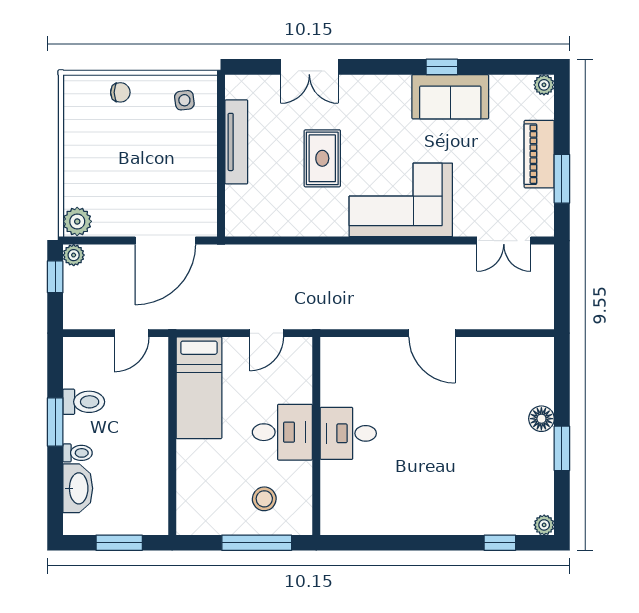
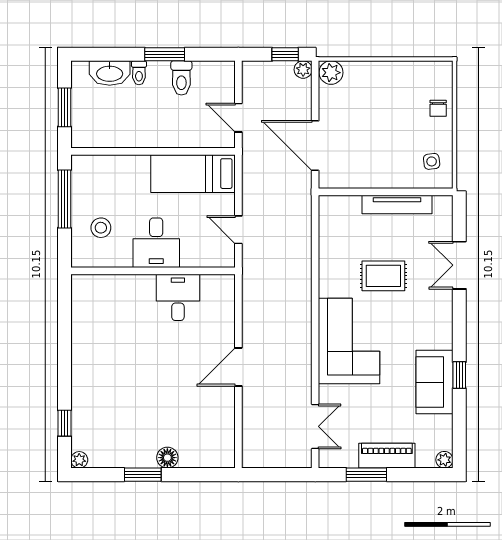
double door: (504, 241) -> (315, 426), swing flipped
desk: (348, 433) -> (178, 297), moved
window: (257, 543) -> (64, 199), moved

